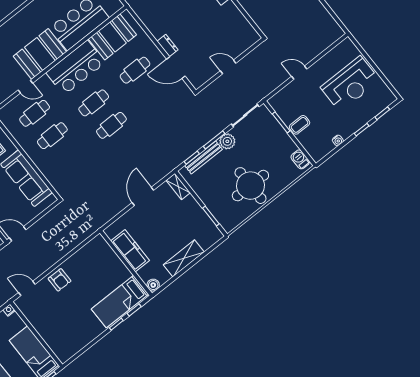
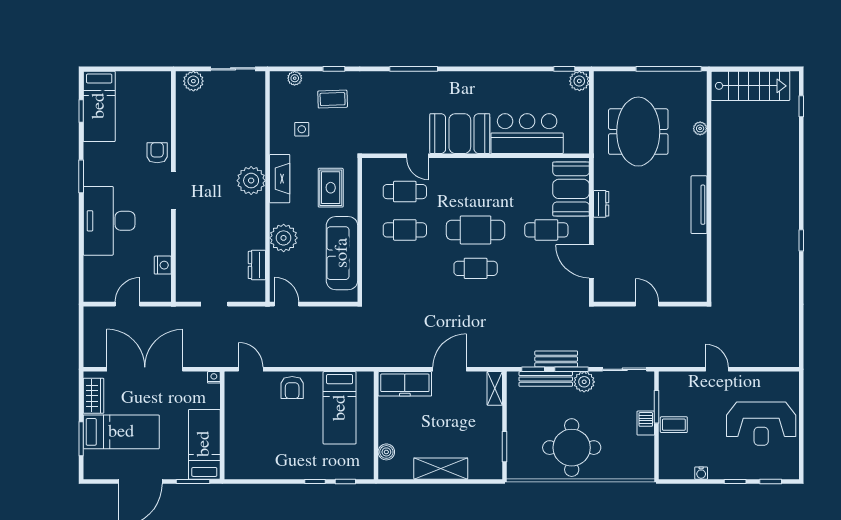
booth: (112, 37) -> (571, 189), moved, turned 90
dresser: (167, 45) -> (601, 204), moved
bar counter: (76, 68) -> (486, 178), removed
cafe table: (94, 103) -> (476, 230), width x1.37, depth x1.35
bench: (200, 141) -> (556, 359), added
barbecue: (300, 159) -> (646, 423), moved
freezer: (130, 251) -> (405, 384), moved, turned 90
boiler: (153, 285) -> (386, 452), moved
bed: (120, 302) -> (340, 408), moved, turned -90

